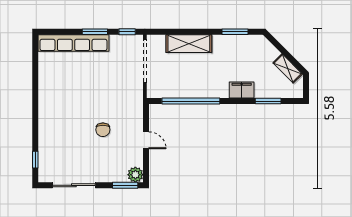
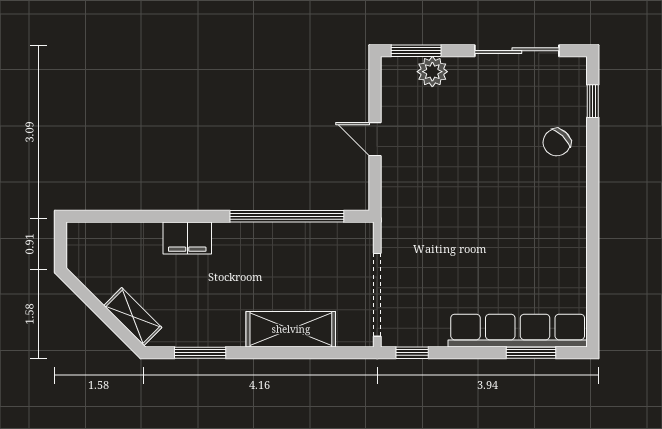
window: (95, 32) -> (531, 353), moved
shelving: (288, 68) -> (133, 317), moved
window: (268, 101) -> (135, 216), removed
chair: (103, 130) -> (557, 142), moved, turned -136
plant: (135, 175) -> (432, 72), moved

